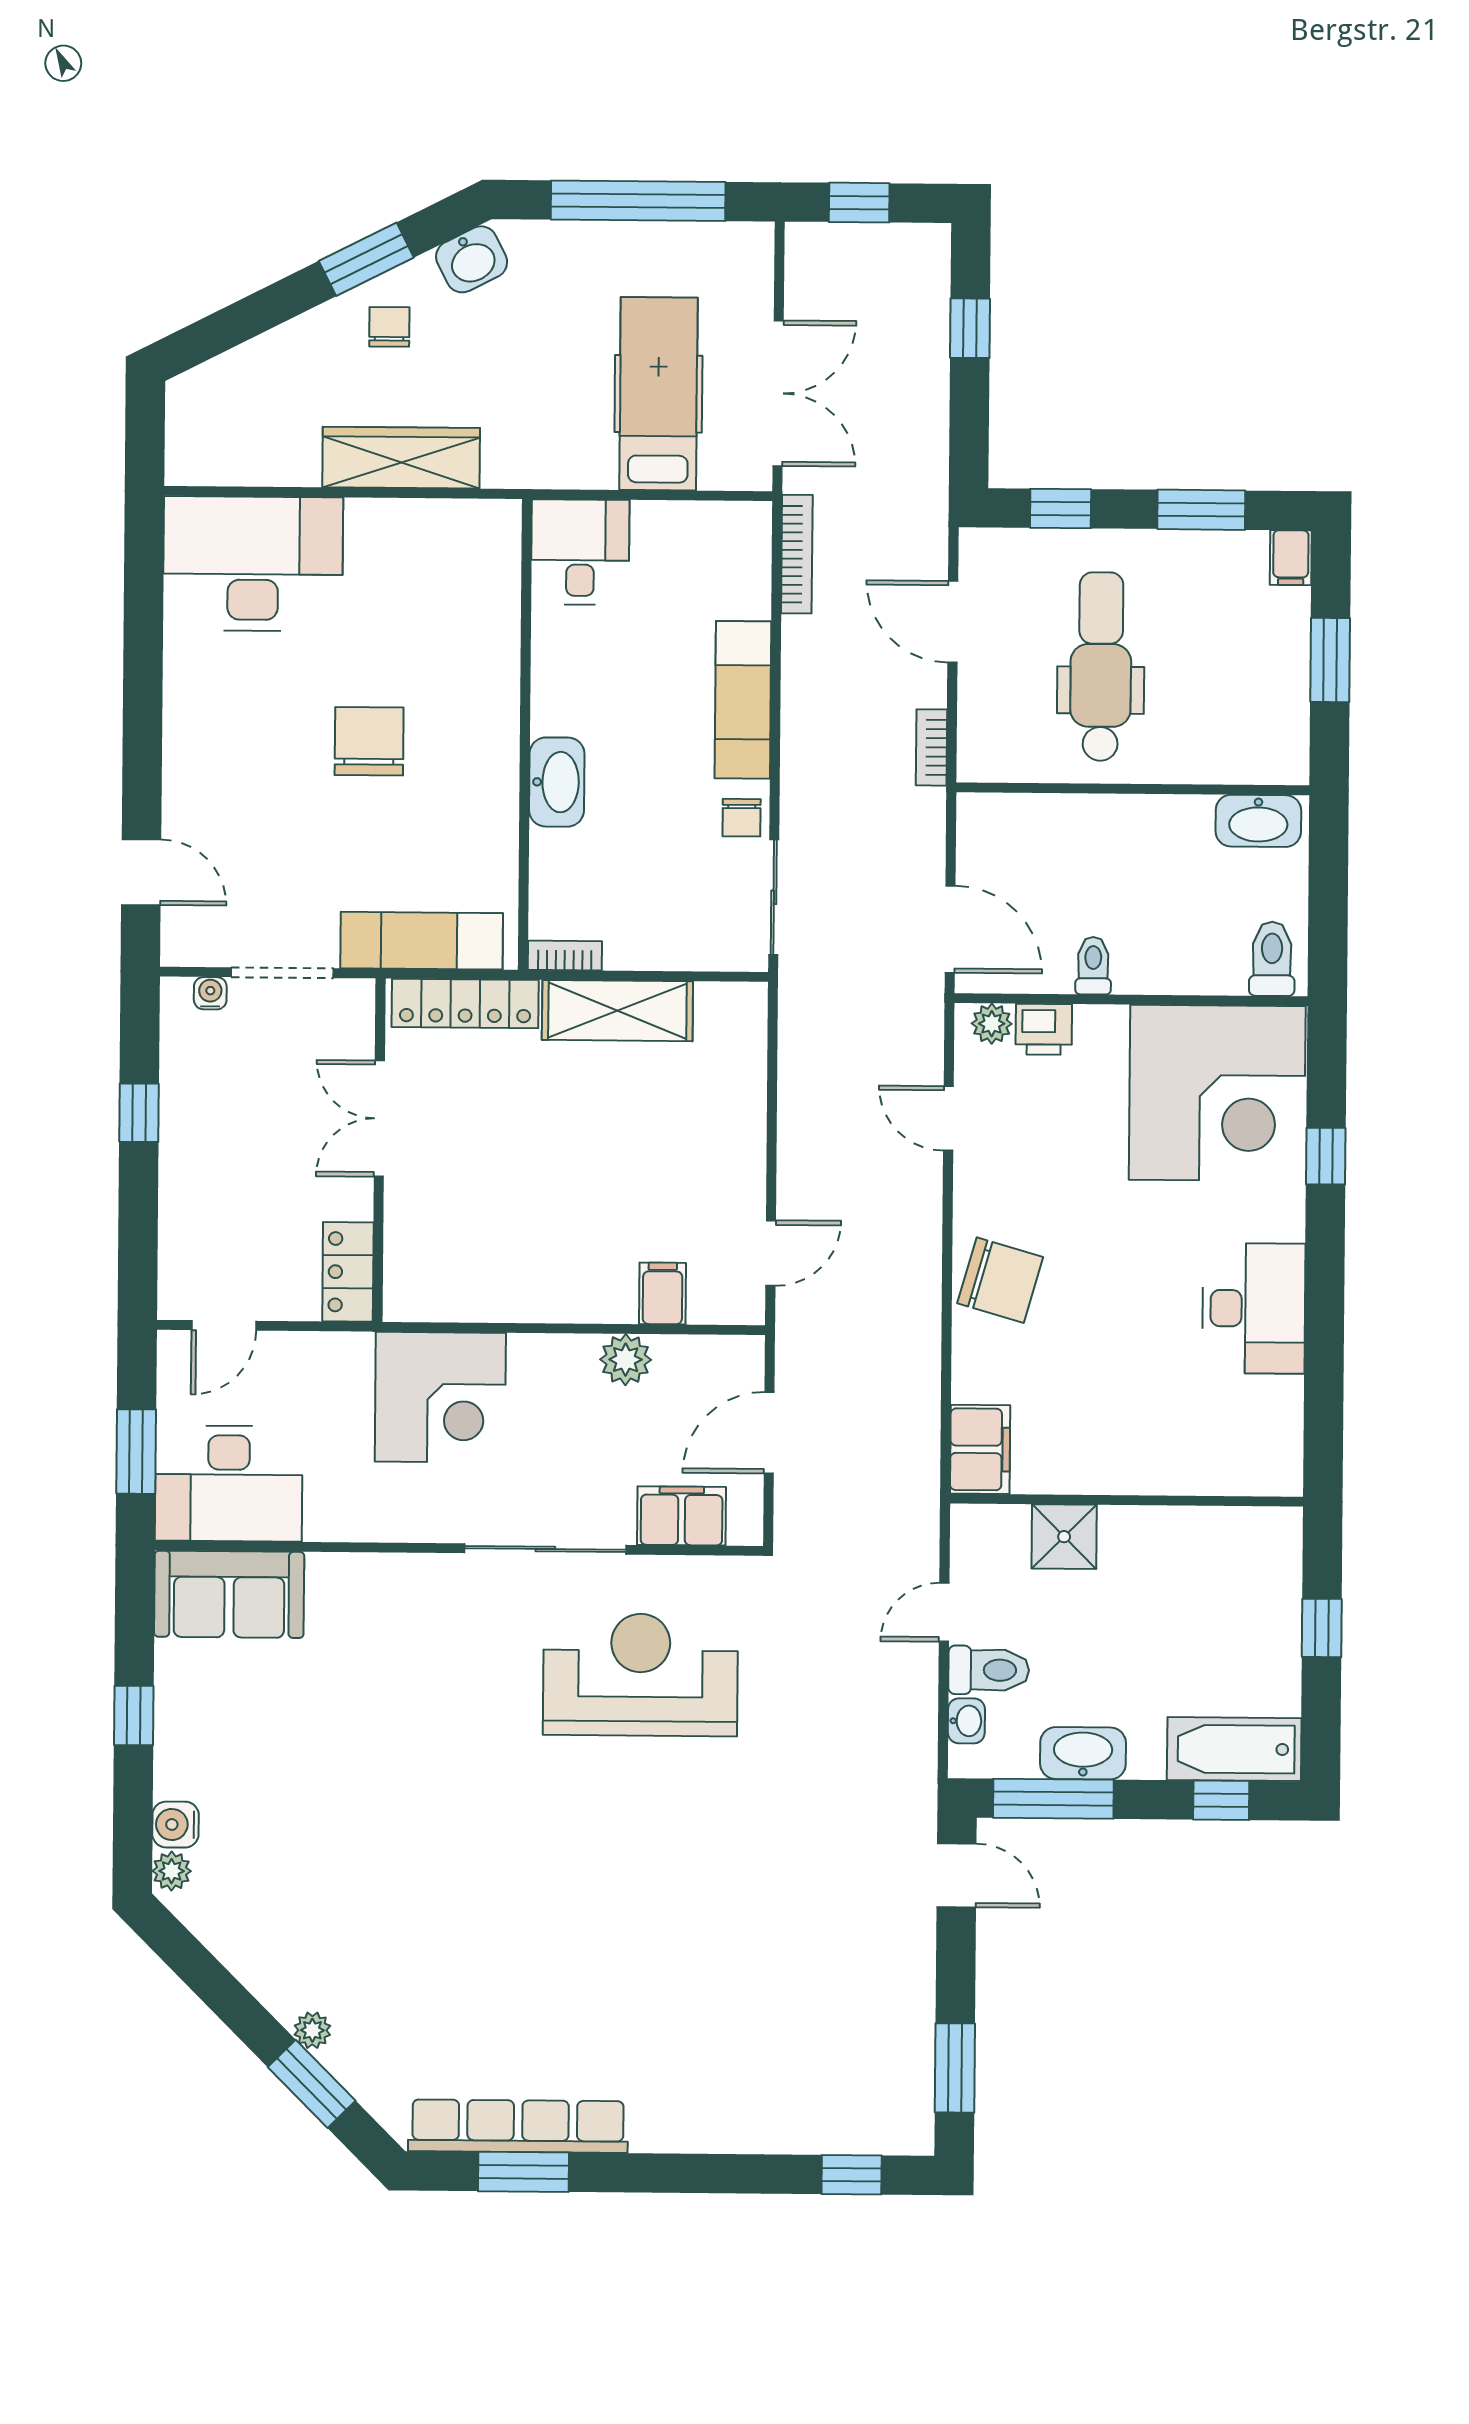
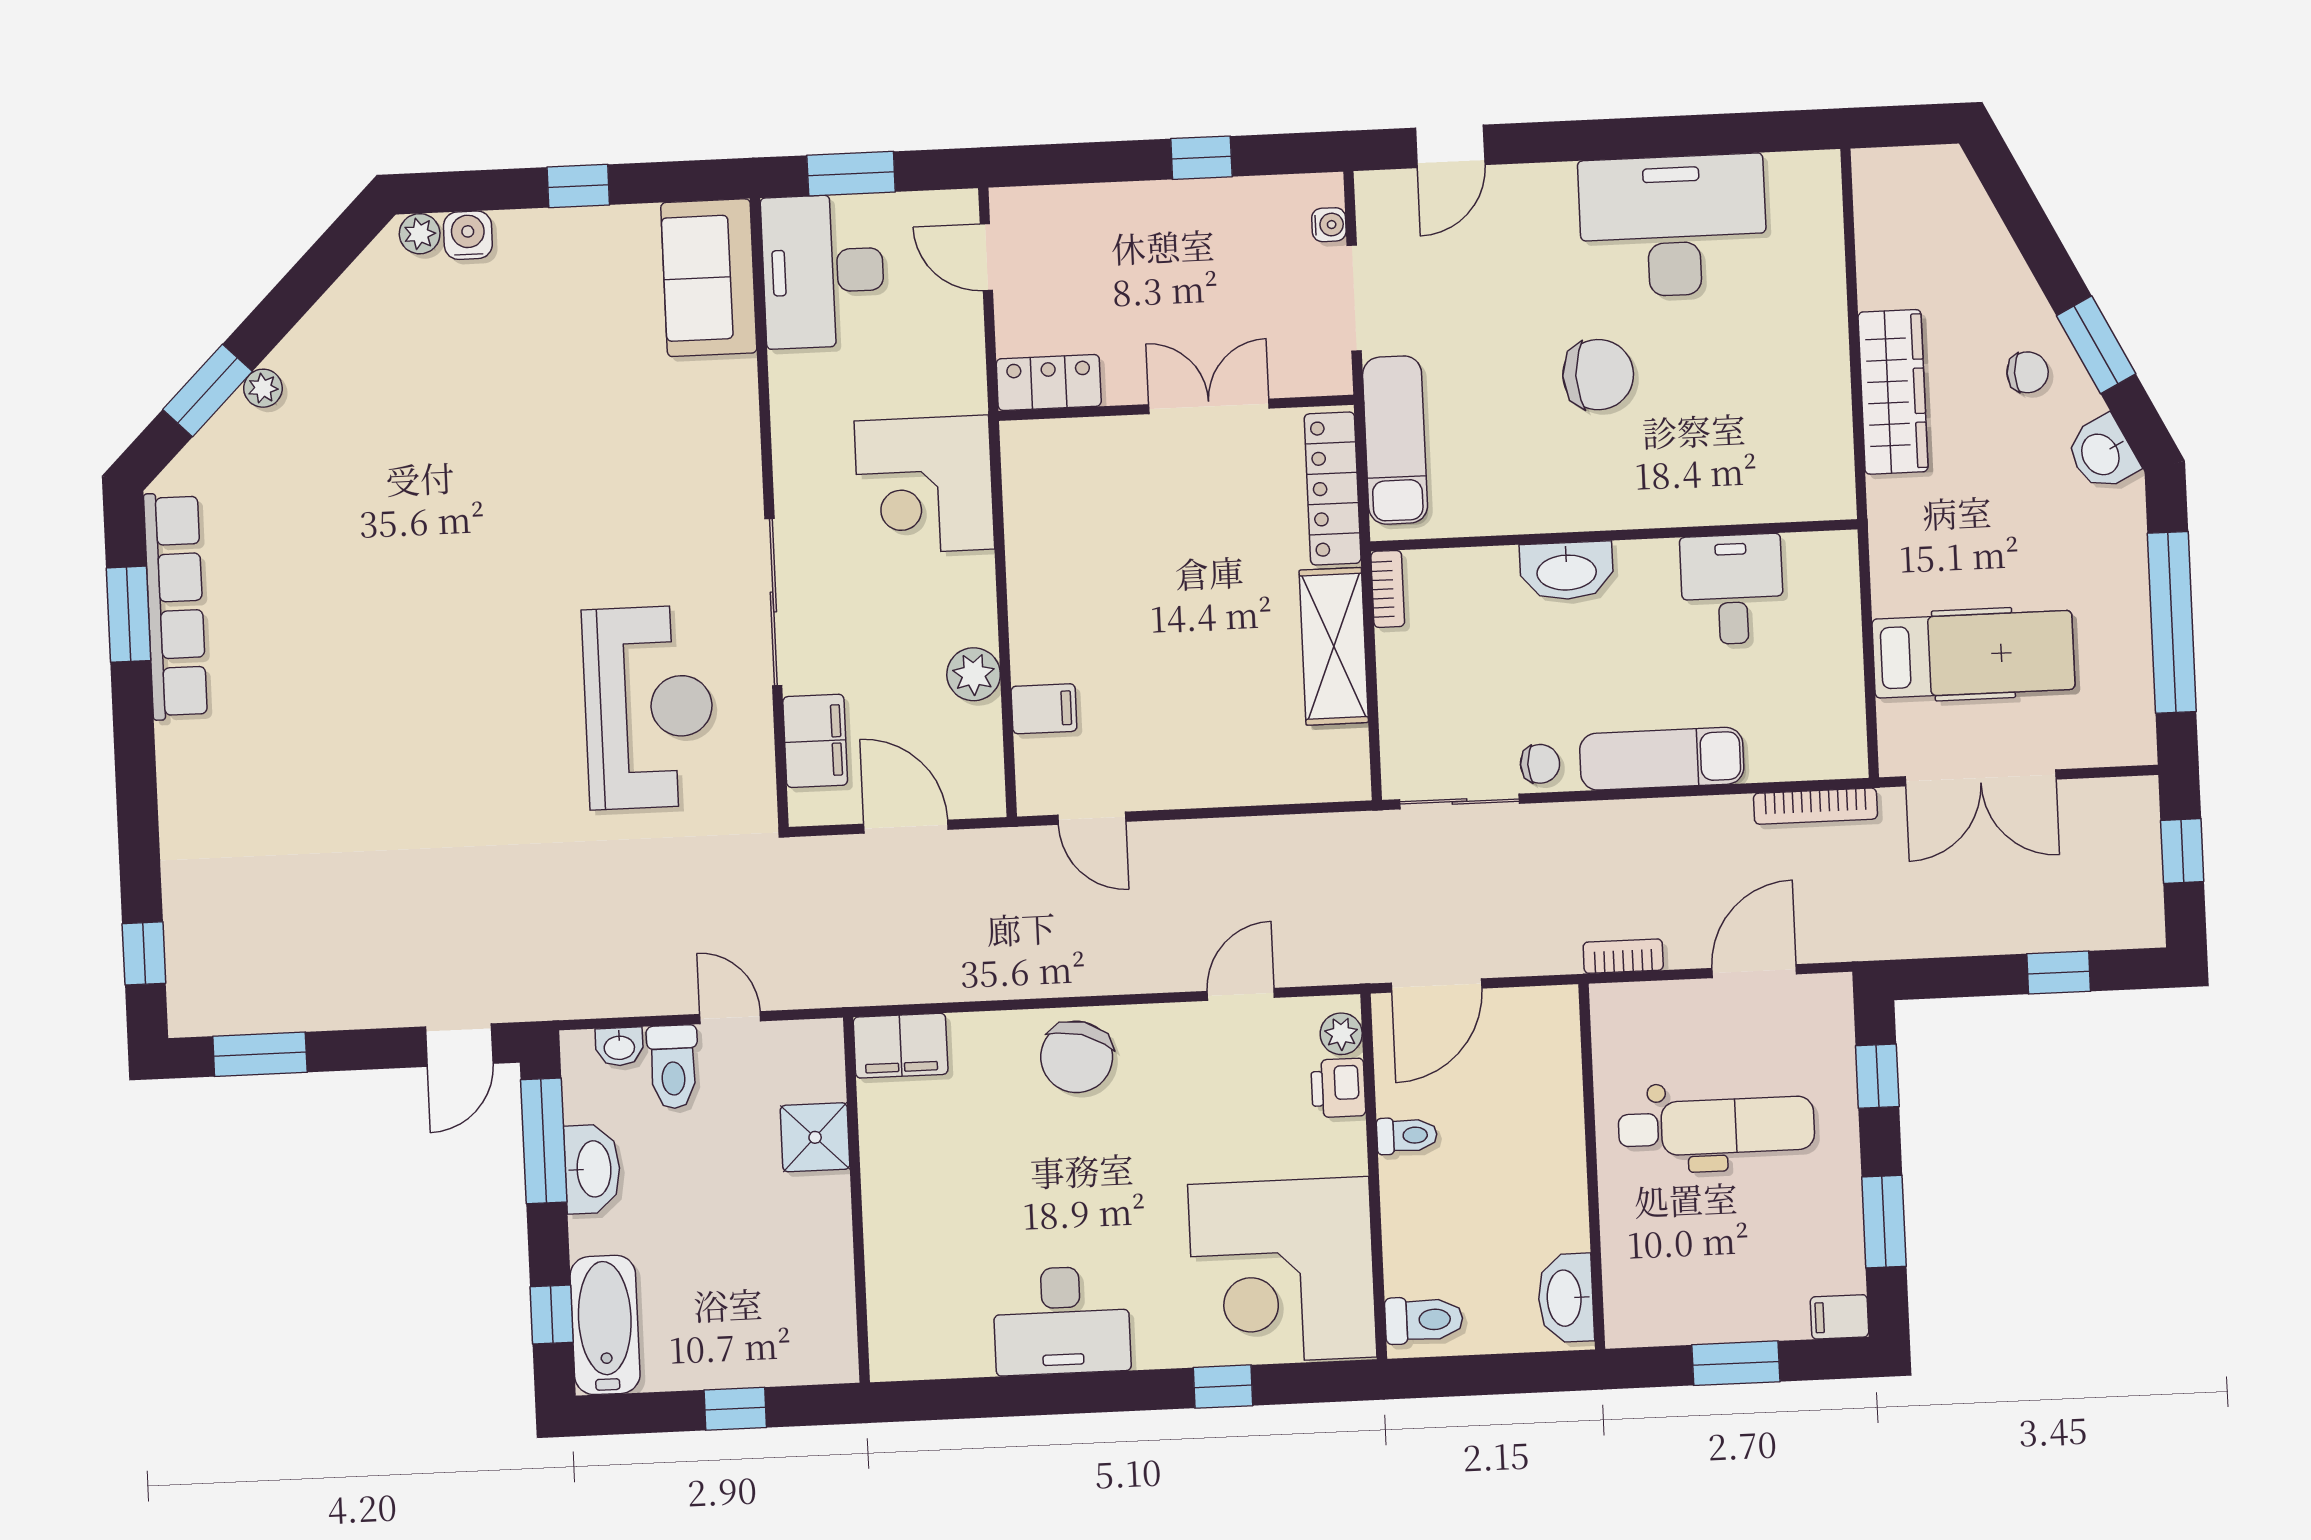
desk: (580, 552) -> (1732, 589), moved, turned -90
desk: (253, 564) -> (1673, 226), moved, turned -90
chair: (742, 818) -> (1540, 764), turned 180

